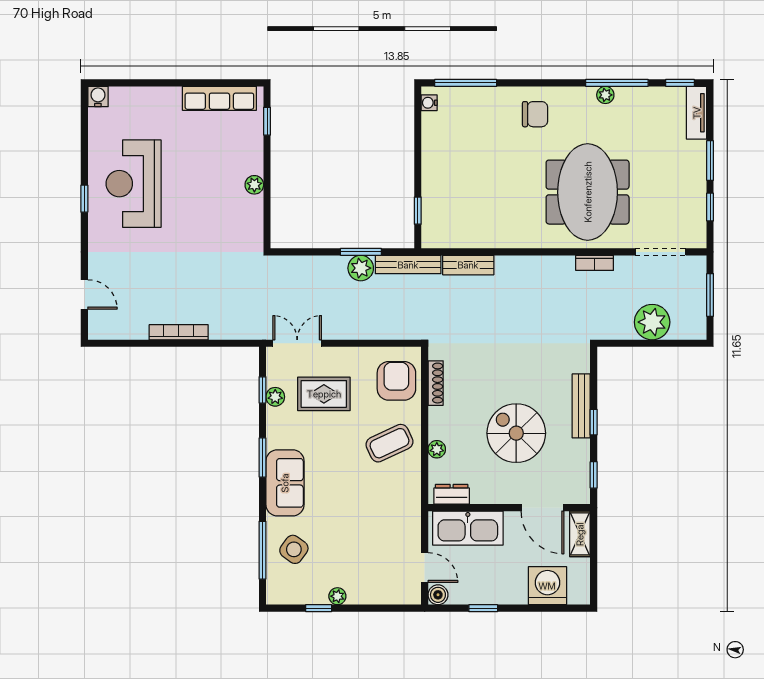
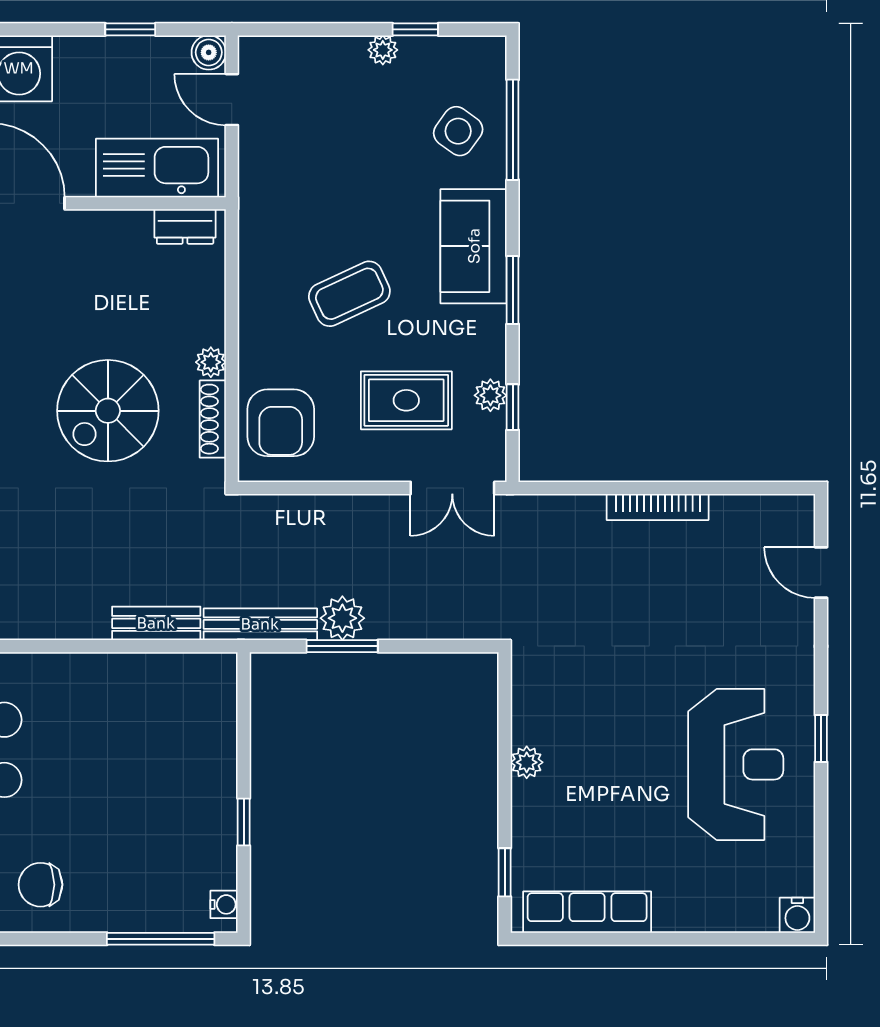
window: (418, 211) -> (244, 822), moved
spiral stairs: (516, 433) -> (108, 411), moved, turned 90
coffee table: (389, 443) -> (349, 294), moved
plant: (437, 449) -> (211, 362), moved

